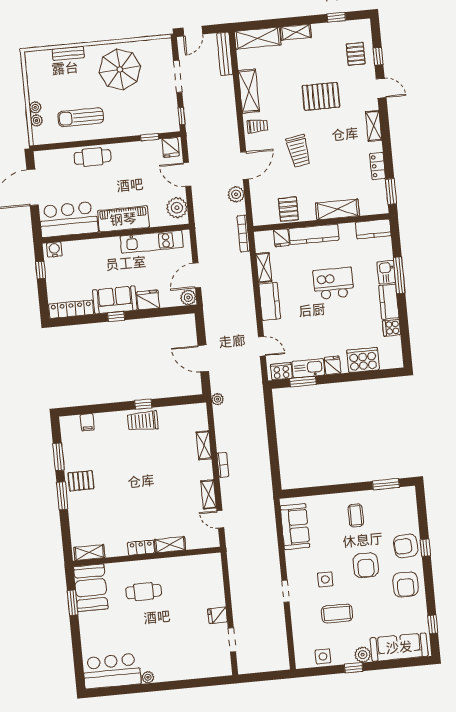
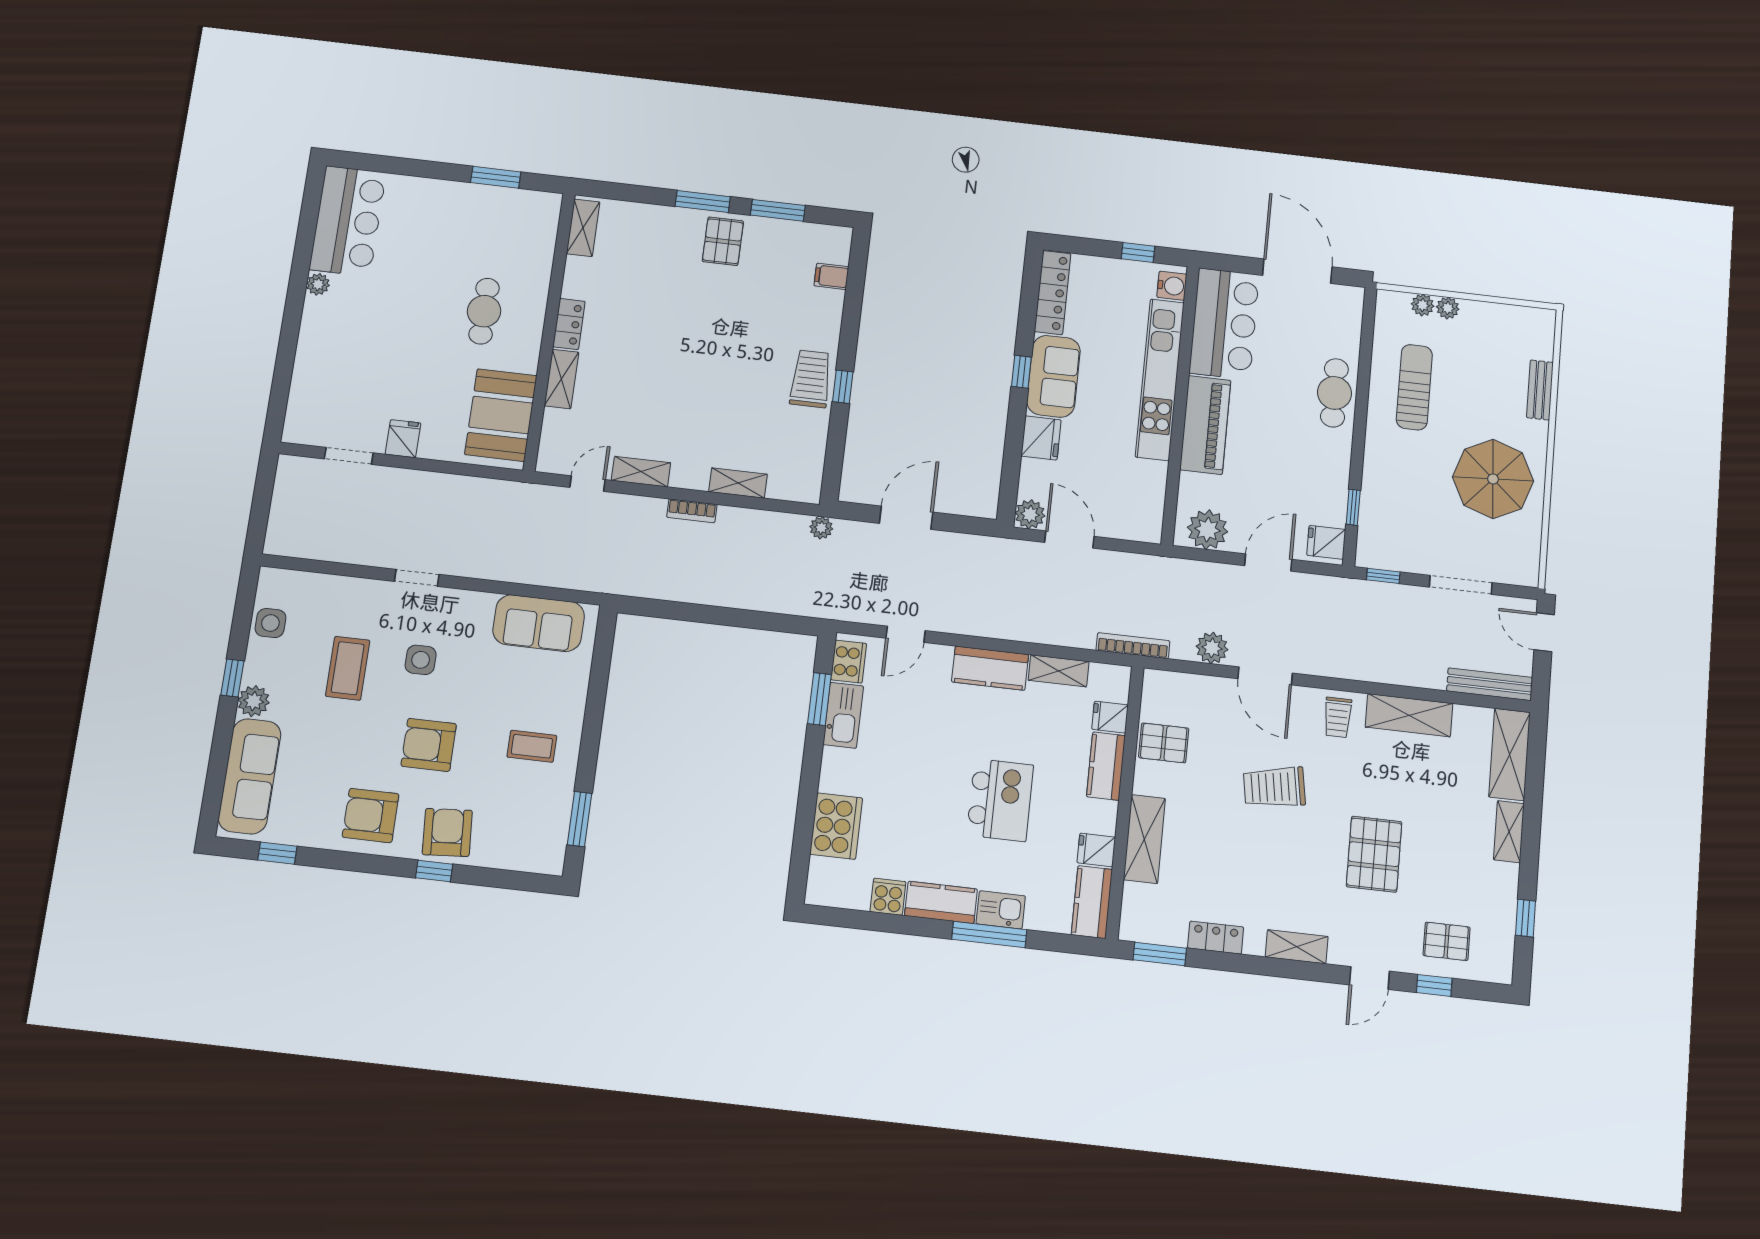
kitchen counter: (314, 234) -> (1106, 766), width x0.67
kitchen unit: (152, 242) -> (1160, 379), moved, width x1.36
fridge: (333, 365) -> (1096, 850), moved, turned 180
booth: (91, 588) -> (501, 415), moved, turned 90

